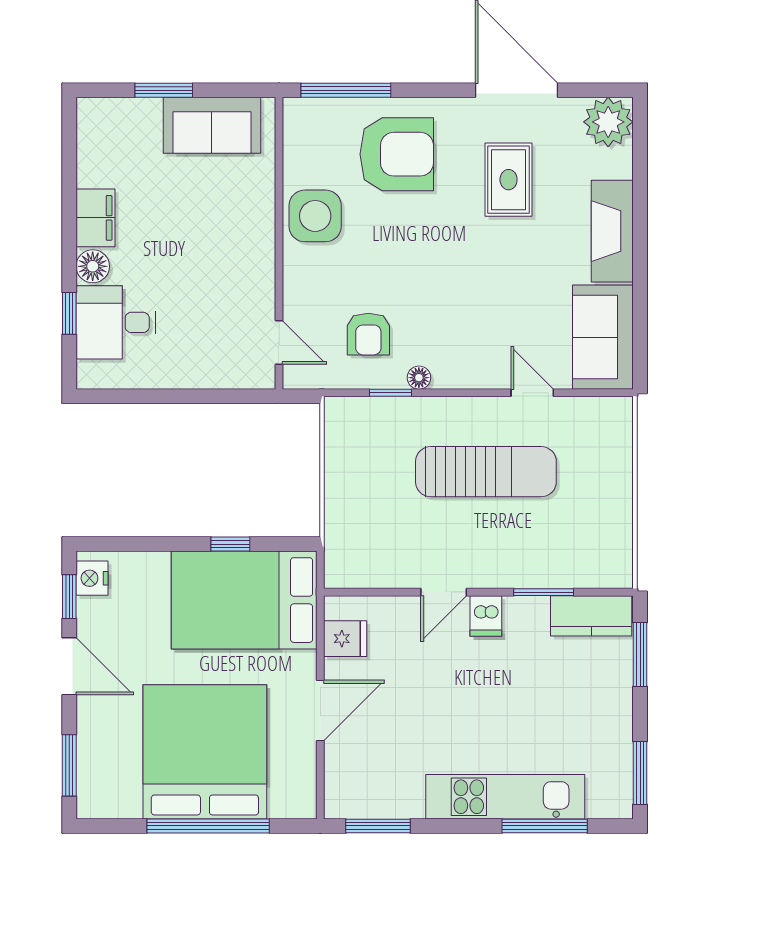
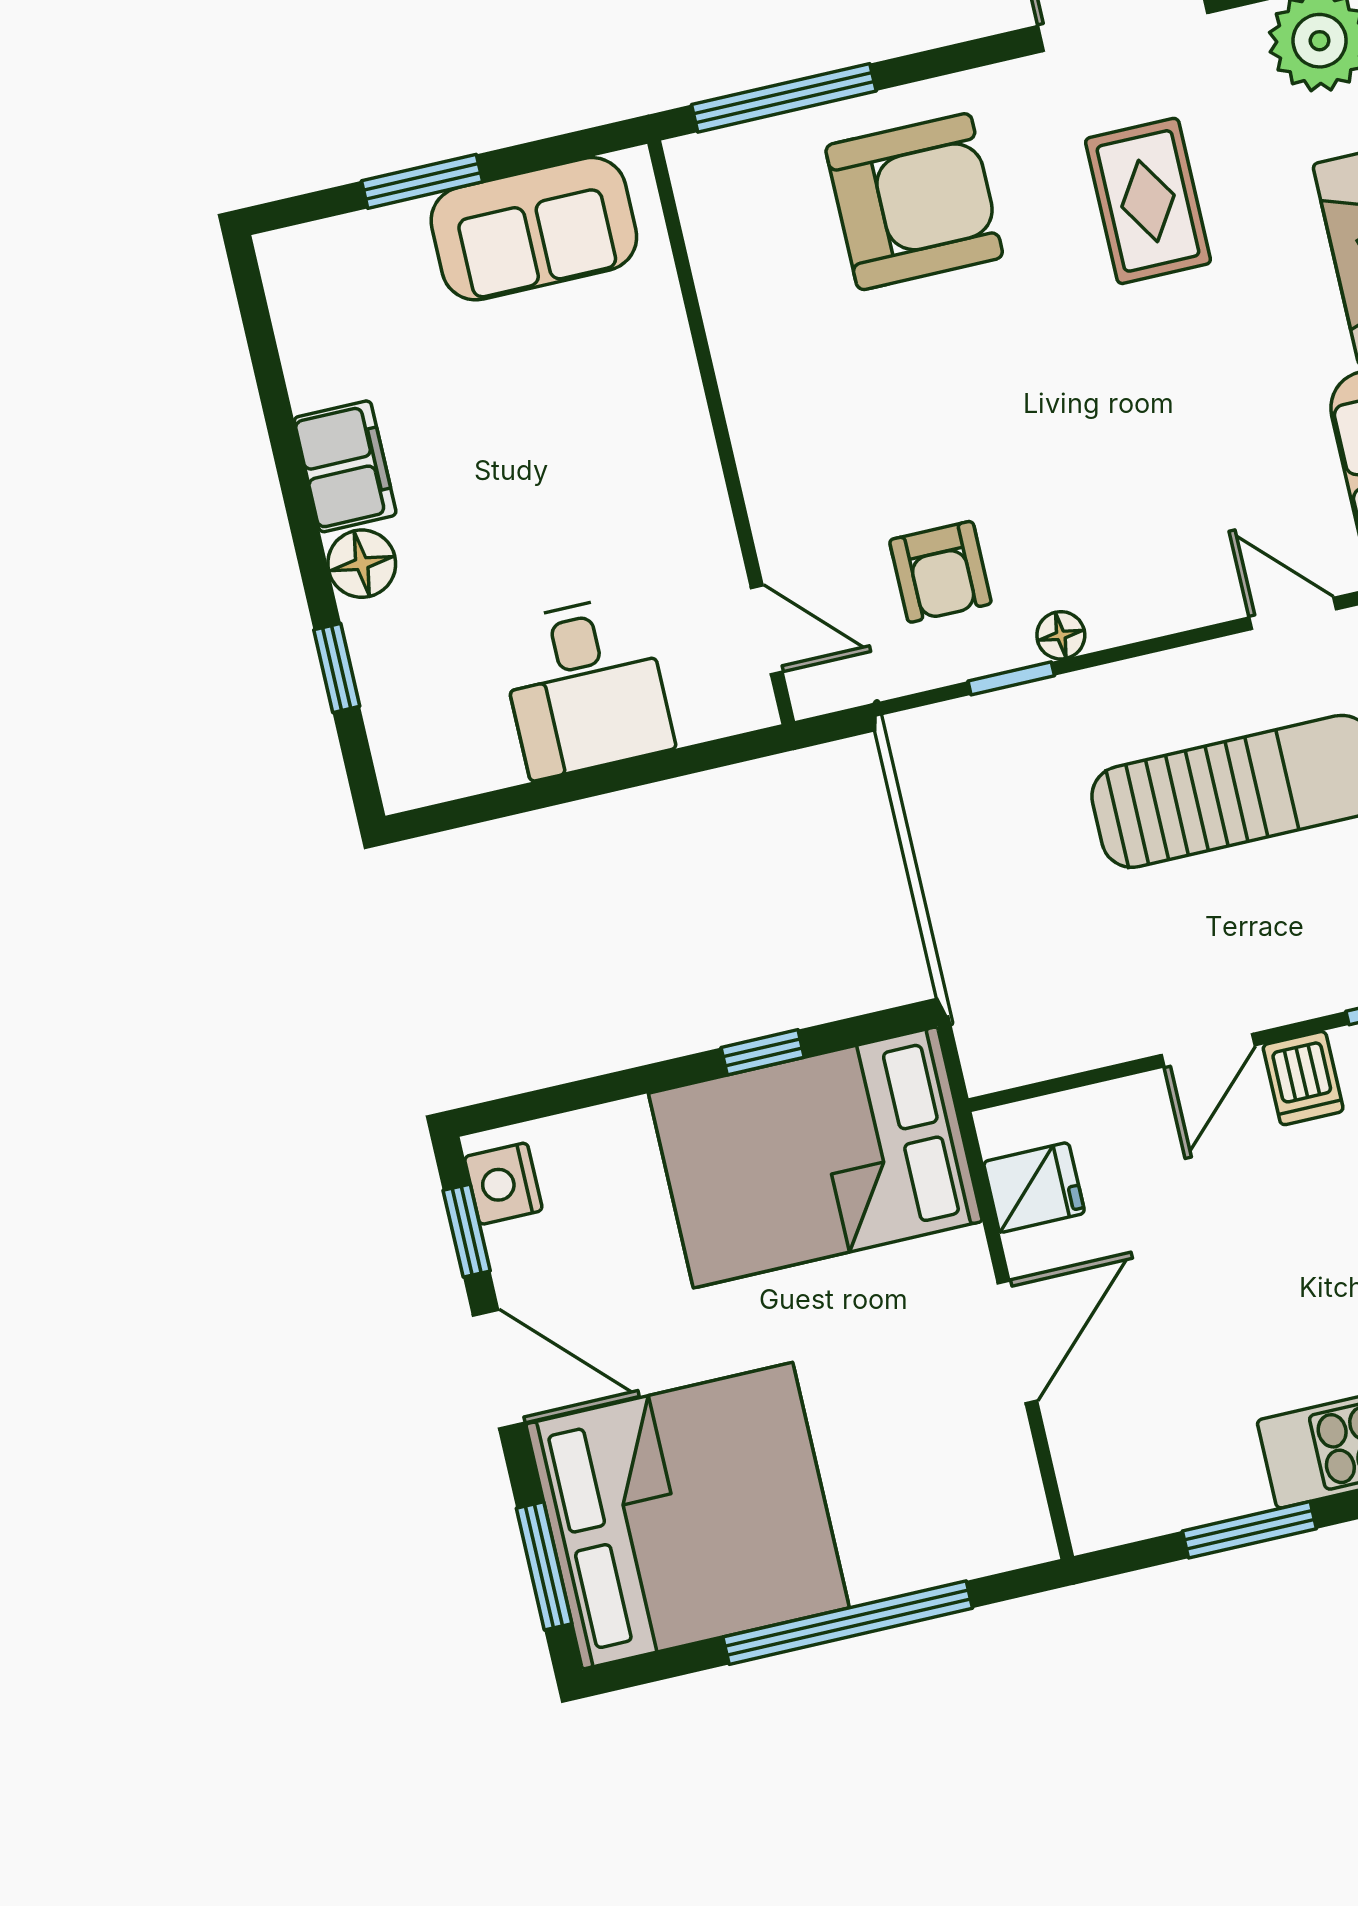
side table: (315, 216) -> (781, 362), removed
desk: (116, 322) -> (585, 686), moved, turned -90
bed: (205, 752) -> (687, 1516), moved, turned 90
window: (378, 826) -> (1249, 1530), moved

